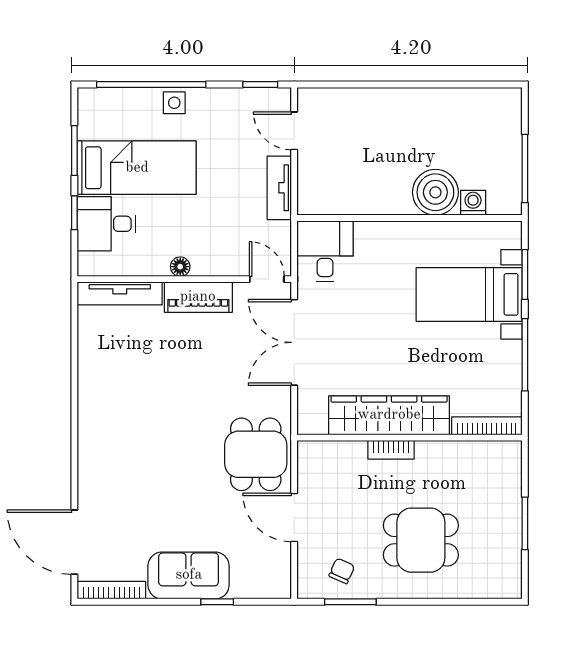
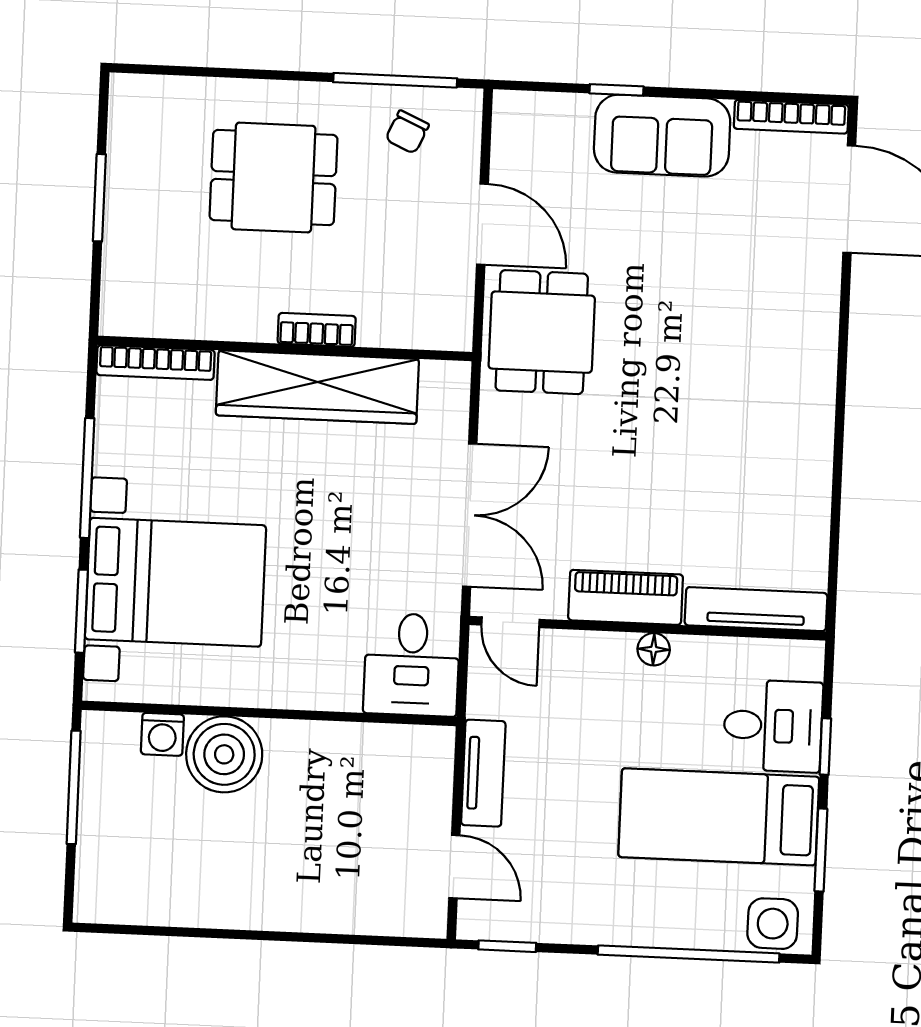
side table: (174, 103) -> (773, 924), moved, width x1.37, depth x1.37
bed with nightstands: (469, 294) -> (175, 582), width x1.36
window: (350, 602) -> (395, 80), width x1.44

